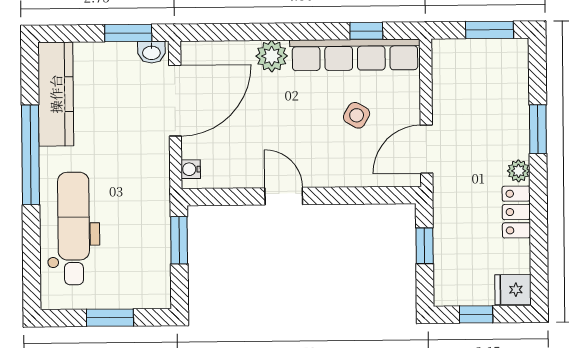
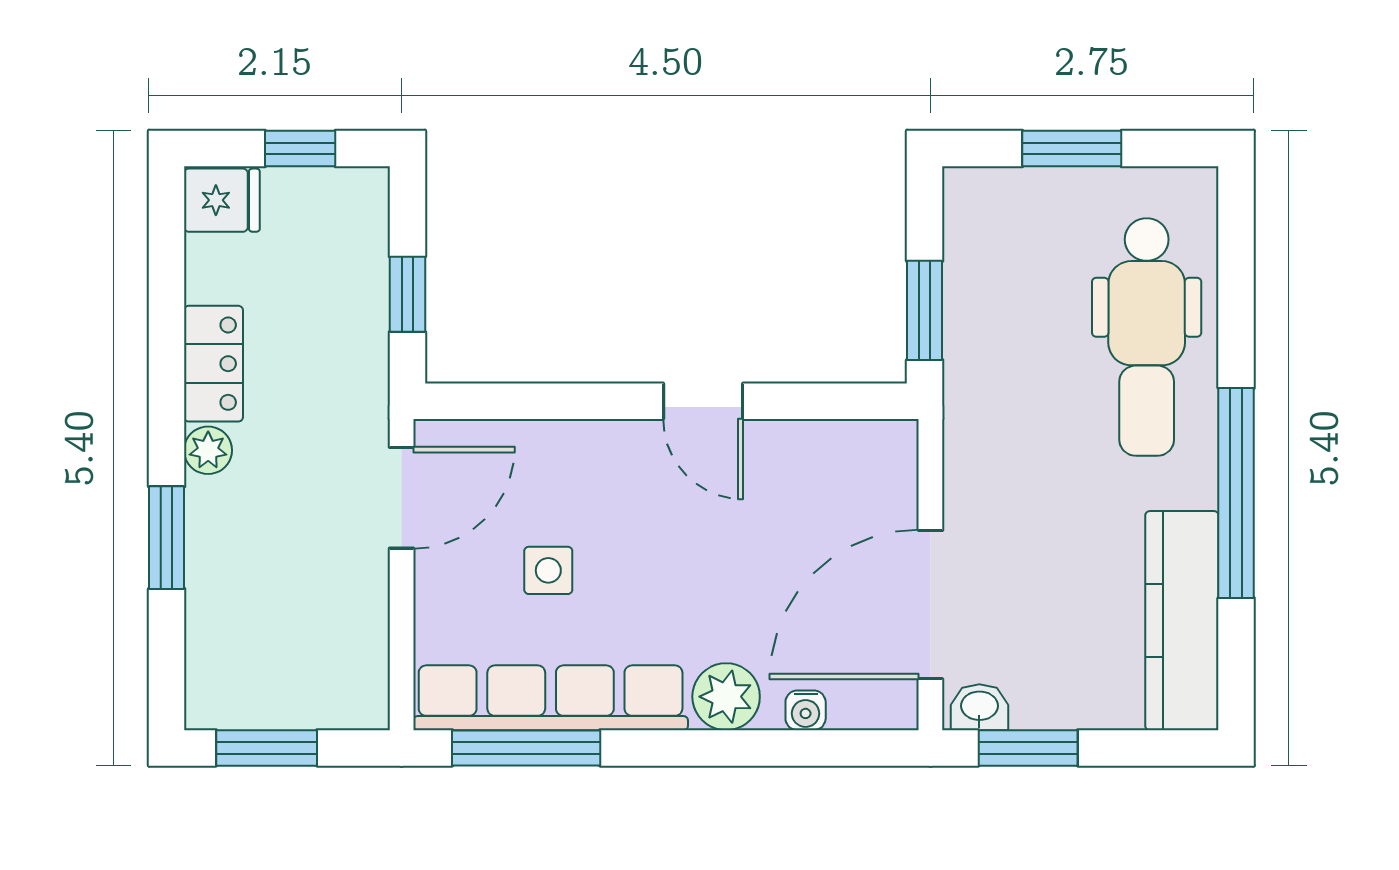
window: (366, 31) -> (526, 748), width x2.17
side table: (357, 115) -> (548, 570), turned -30
water cooler: (191, 169) -> (806, 710), moved, turned 90

